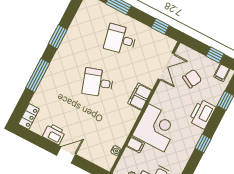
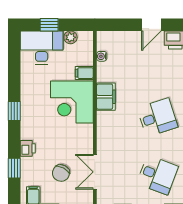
desk: (120, 39) -> (157, 175), turned 33
filing cabinet: (140, 97) -> (106, 97), moved
printer: (202, 114) -> (28, 148), width x0.53, depth x0.68

